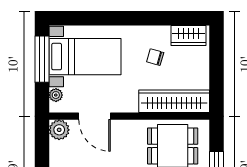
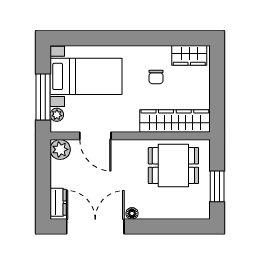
chair: (155, 57) -> (156, 77), turned -106
window: (42, 59) -> (43, 97), moved

